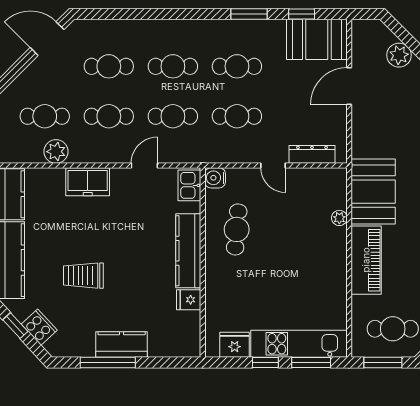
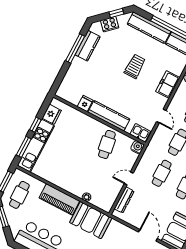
cafe table: (237, 229) -> (107, 144), turned 76
trolley: (83, 276) -> (135, 66), moved
kitchen counter: (122, 345) -> (88, 46), moved

